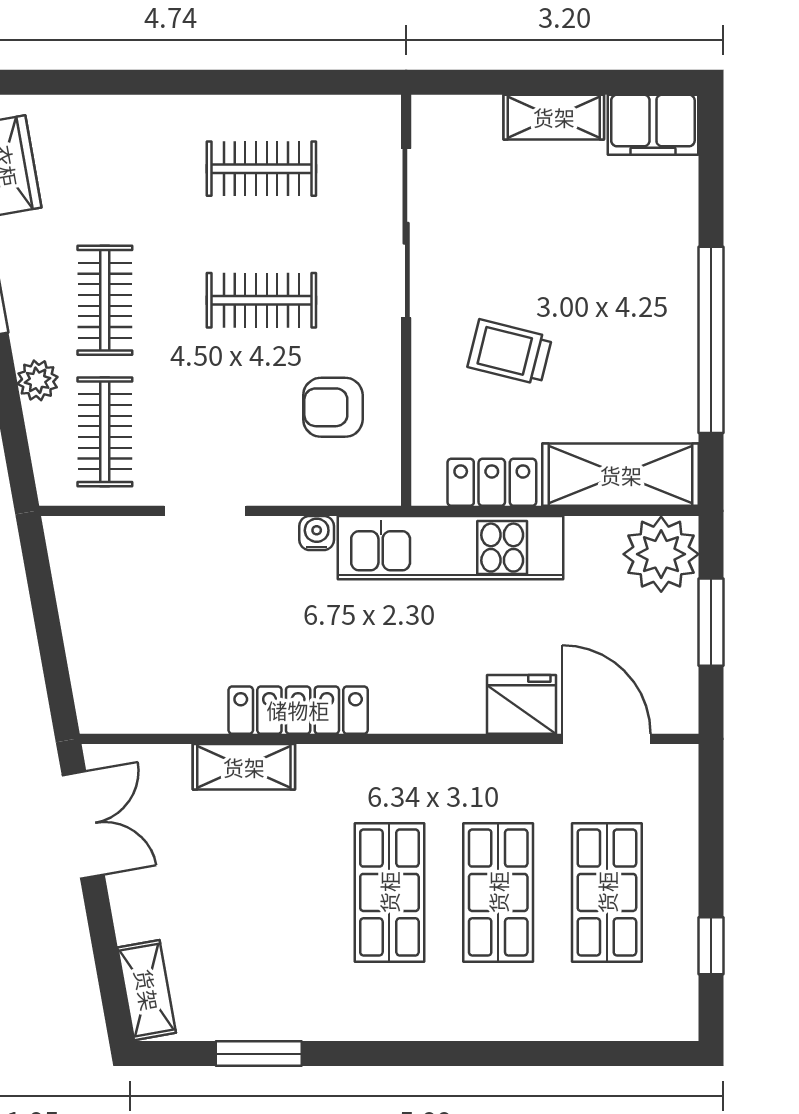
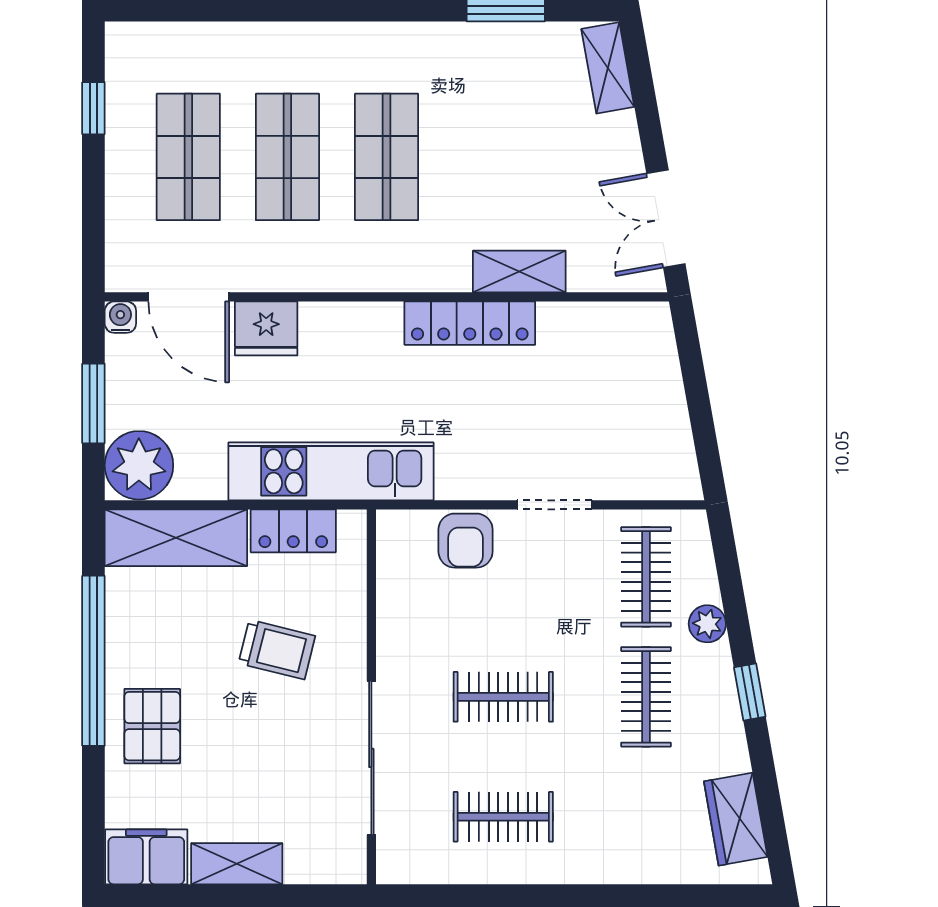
pallet: (647, 268) -> (152, 726), added
armchair: (333, 407) -> (466, 541), moved, turned 90
water cooler: (317, 533) -> (120, 317), moved, turned 180

